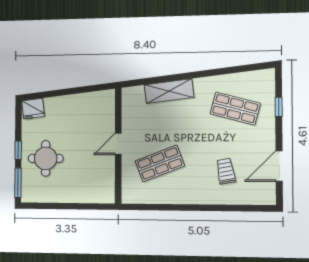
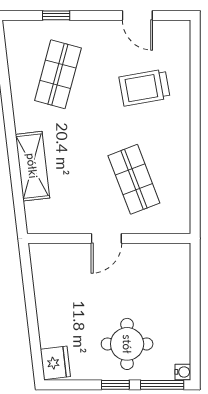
door: (118, 144) -> (106, 238), hinge flipped
door: (279, 166) -> (137, 15), width x0.73
trolley: (226, 171) -> (145, 88), width x1.36, depth x1.39
water cooler: (26, 197) -> (183, 372), added

